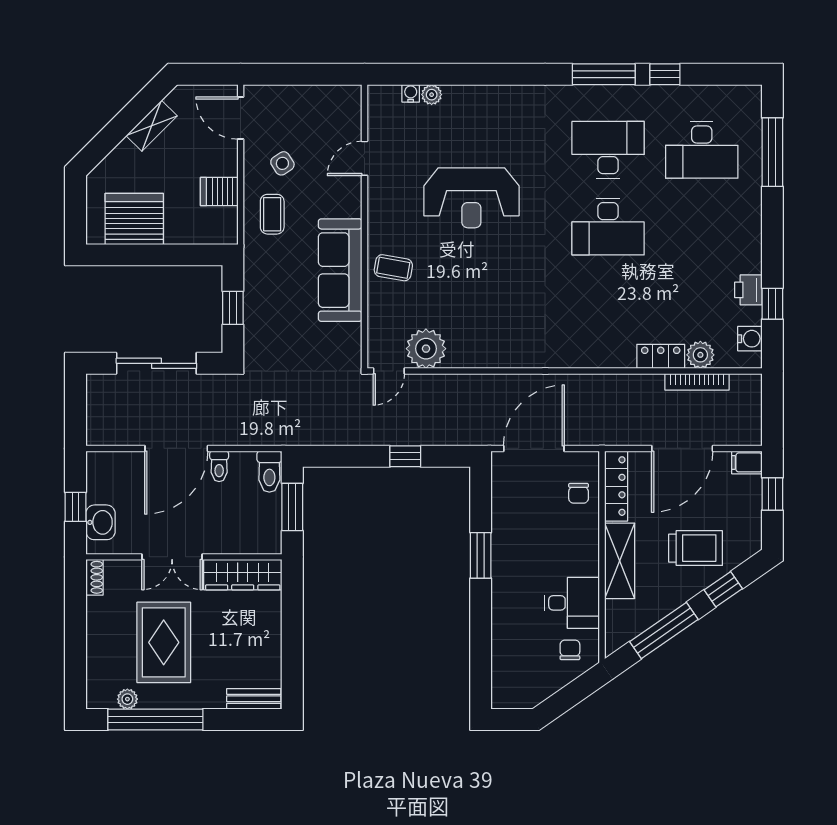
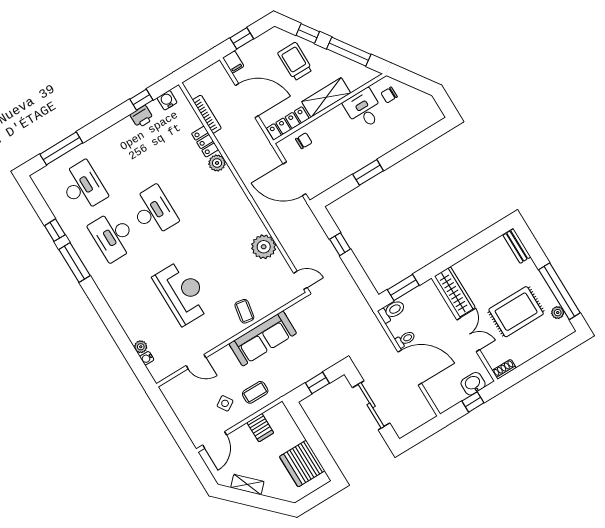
plant: (426, 349) -> (264, 247), moved
plant: (700, 355) -> (217, 163), moved

